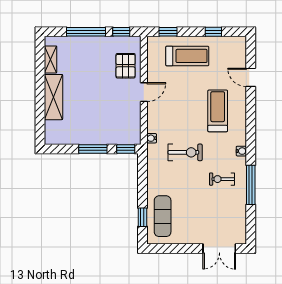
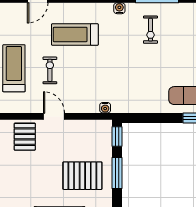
pallet: (126, 66) -> (25, 137), turned 90
pallet: (90, 118) -> (82, 176), added
exercise bike: (185, 152) -> (50, 70), moved, width x0.73, depth x0.72

